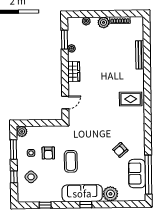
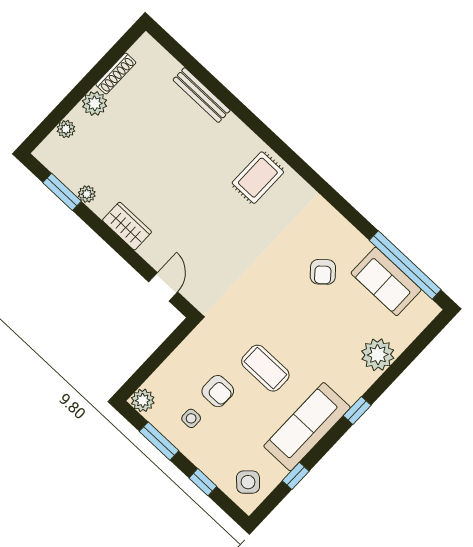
side table: (31, 177) -> (248, 482), moved
sofa: (82, 193) -> (307, 427), moved

